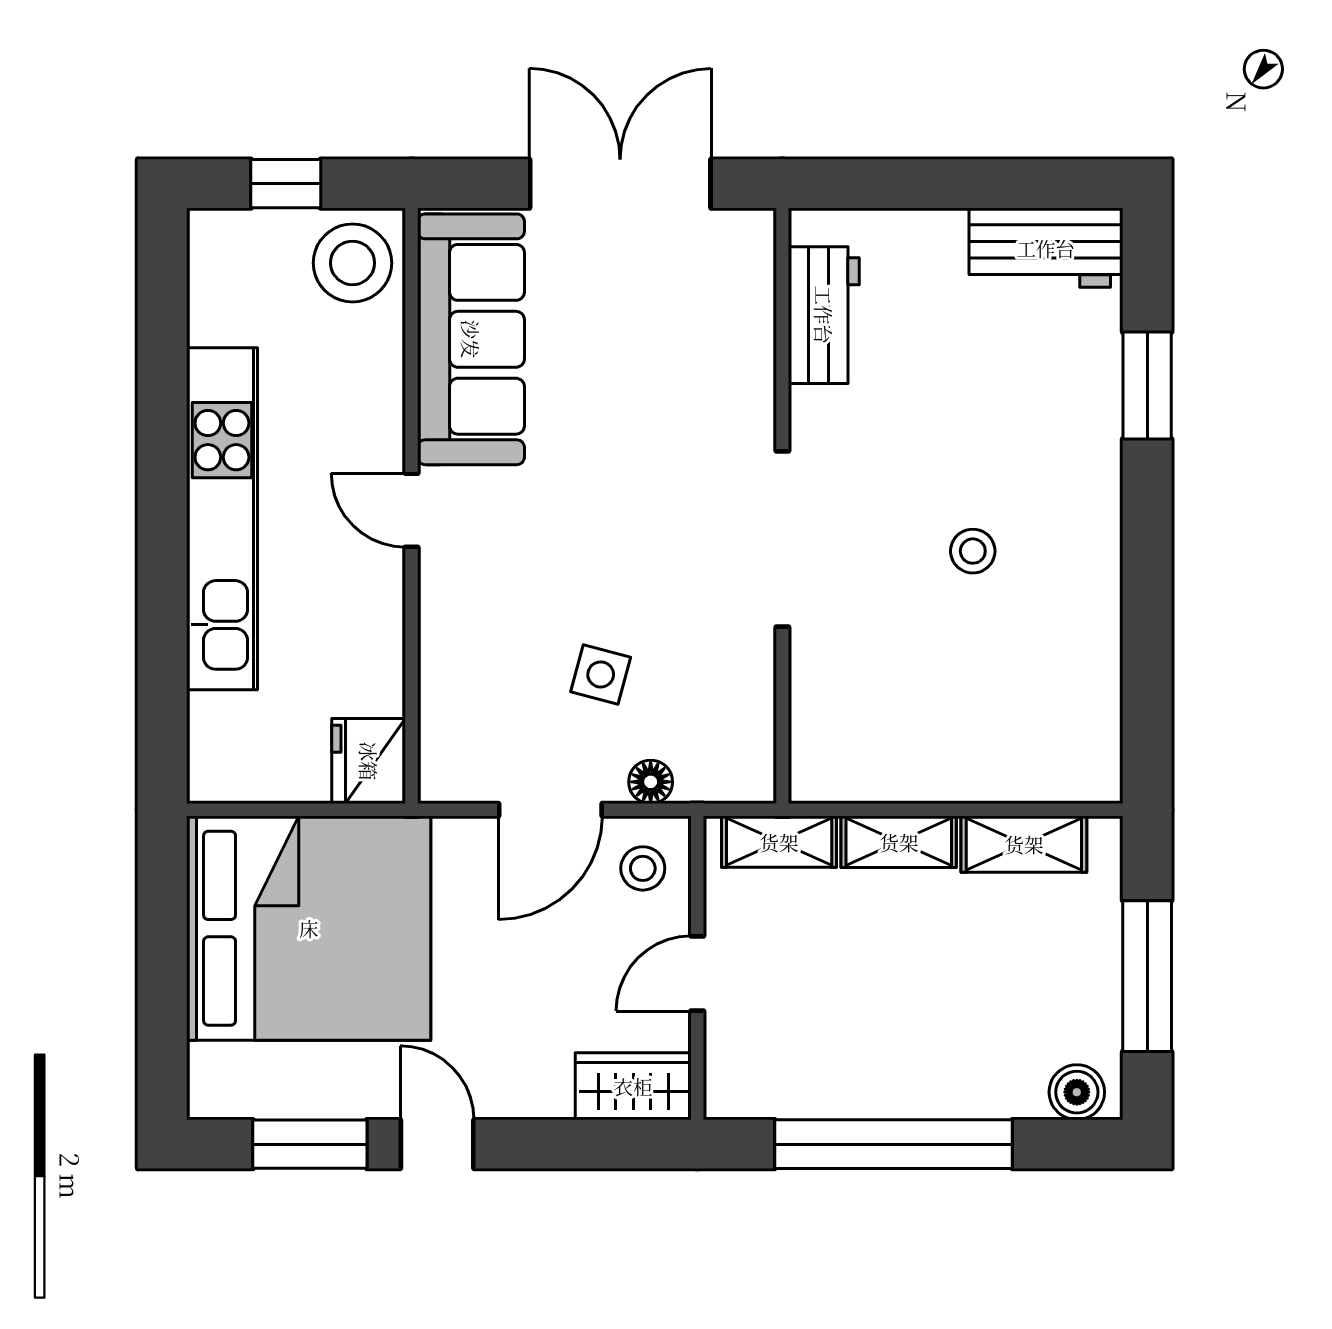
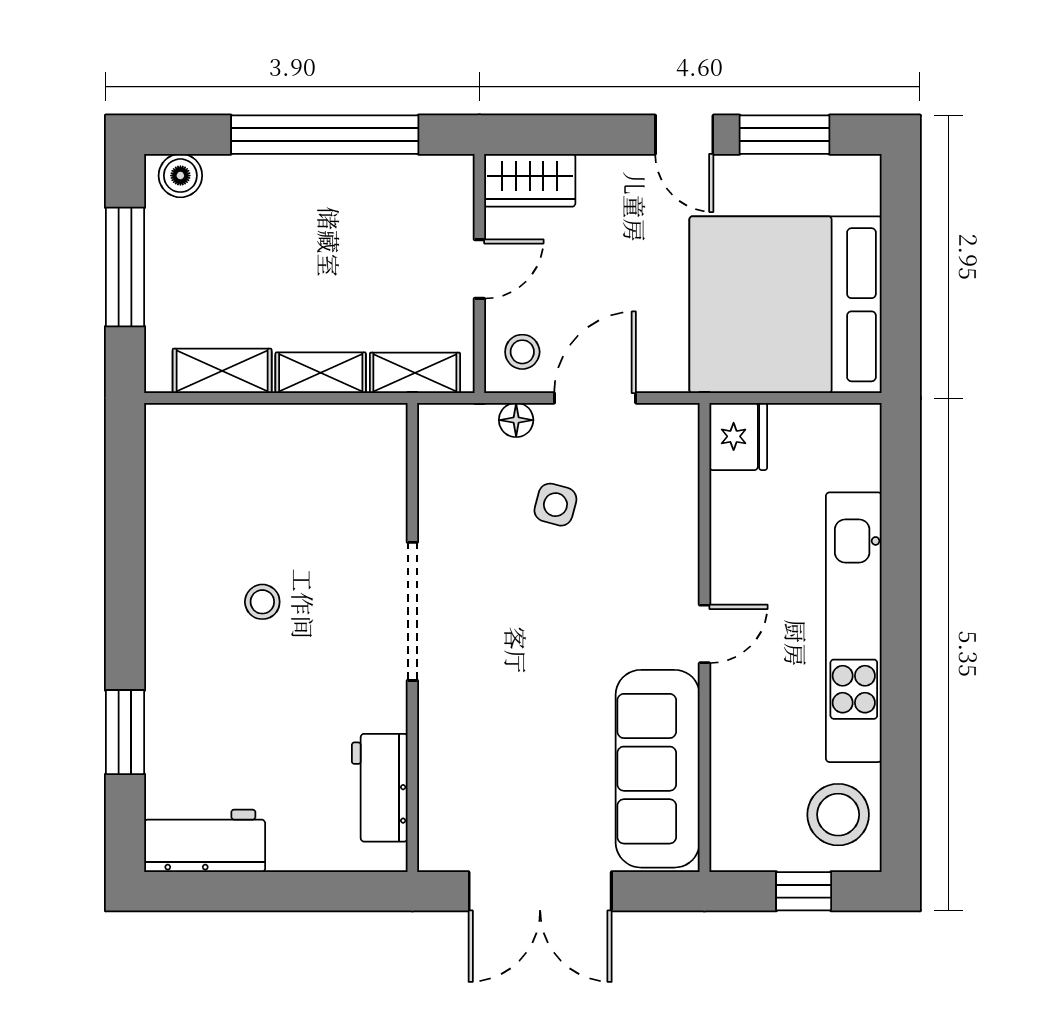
stool: (353, 263) -> (838, 815), moved
door: (412, 510) -> (704, 634), hinge flipped

